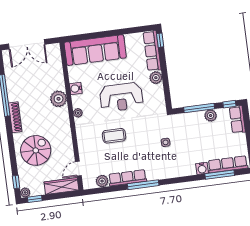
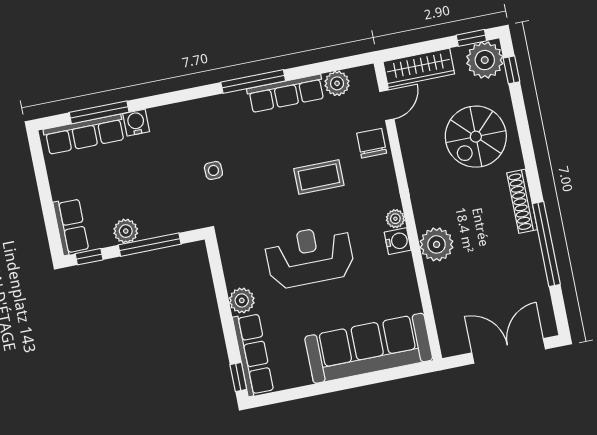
water cooler: (76, 88) -> (398, 241), moved
chair: (87, 151) -> (372, 143), added
plant: (25, 192) -> (485, 60), width x1.87, depth x1.87

